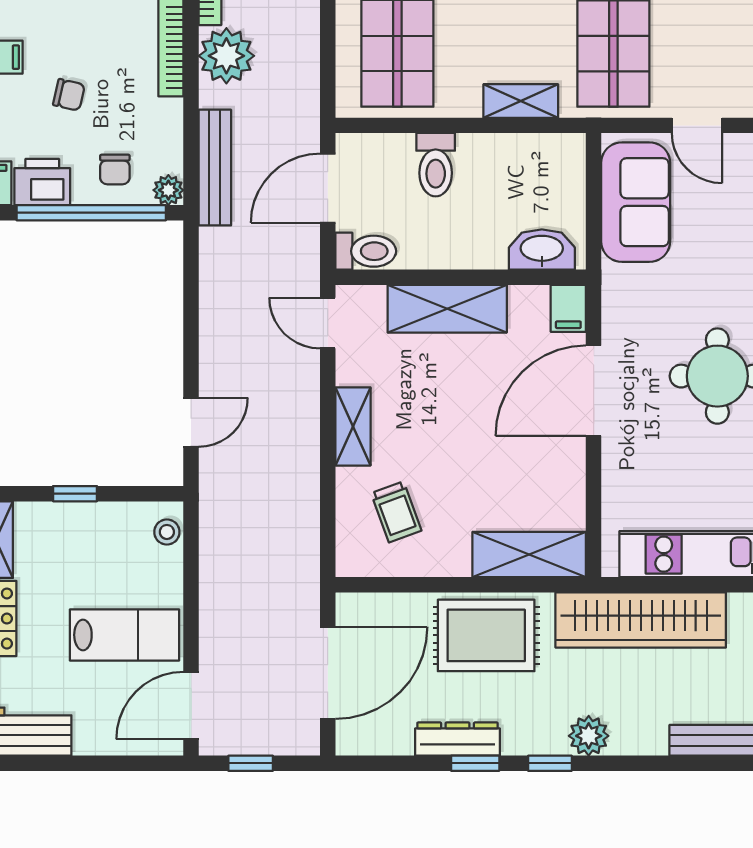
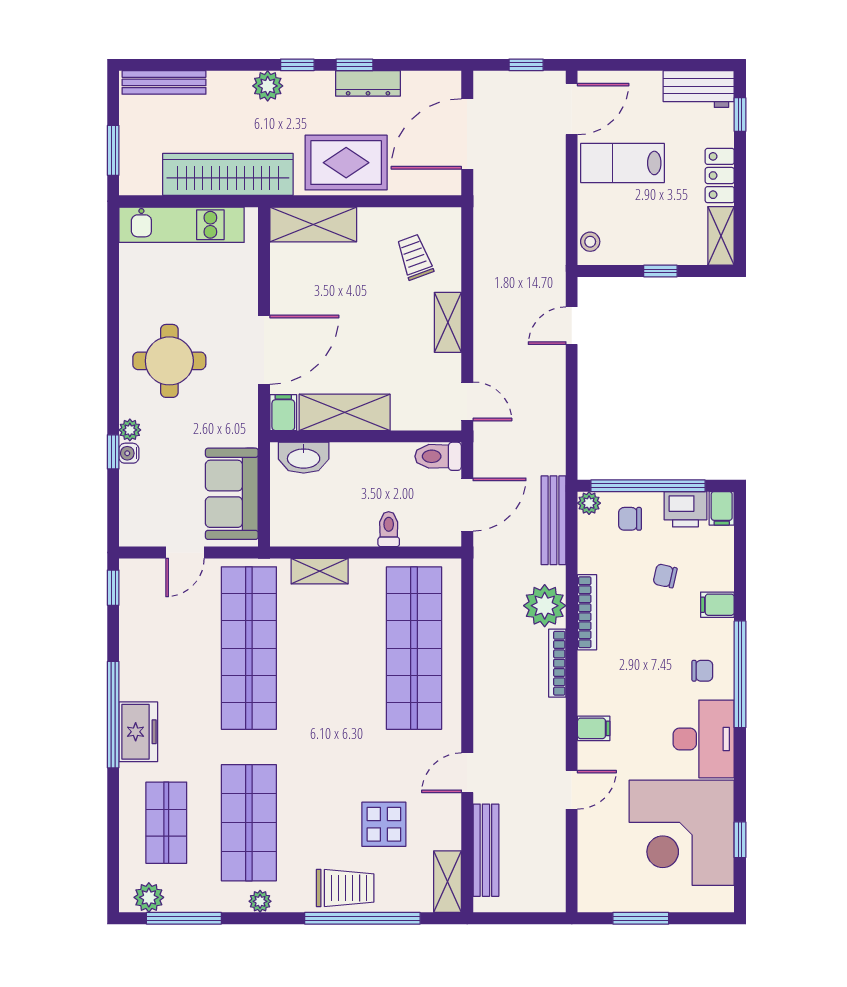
door: (697, 125) -> (185, 553), swing flipped
toilet: (436, 165) -> (389, 529), width x0.73, depth x0.72
chair: (115, 169) -> (630, 519), turned -90
shelving: (447, 309) -> (345, 412), moved

